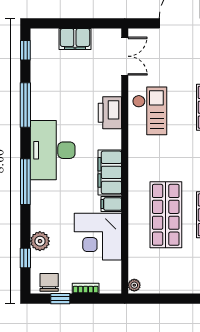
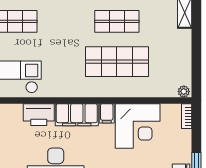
printer: (110, 113) -> (39, 115), moved
bookcase: (86, 288) -> (187, 116), moved

